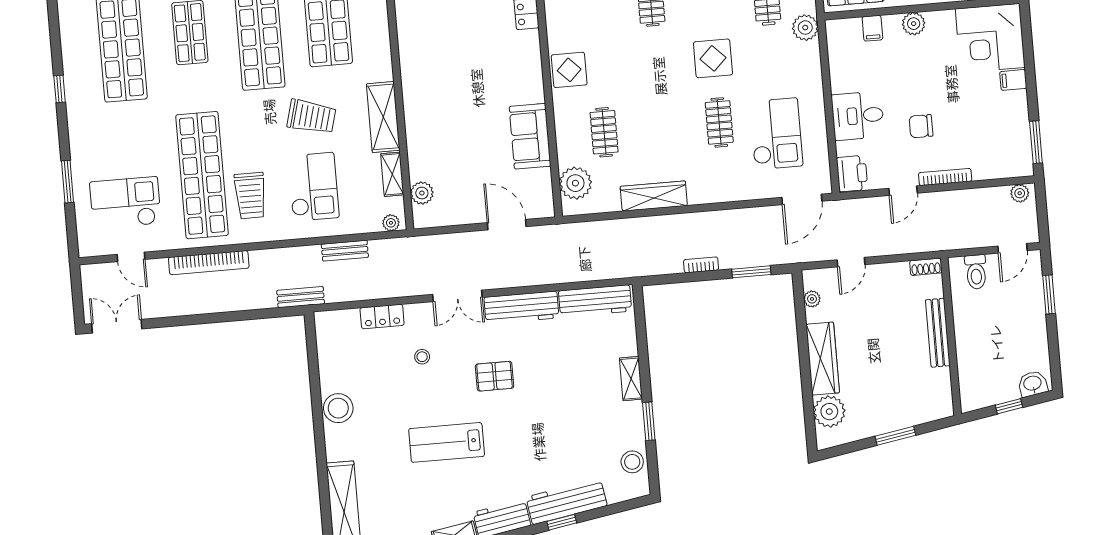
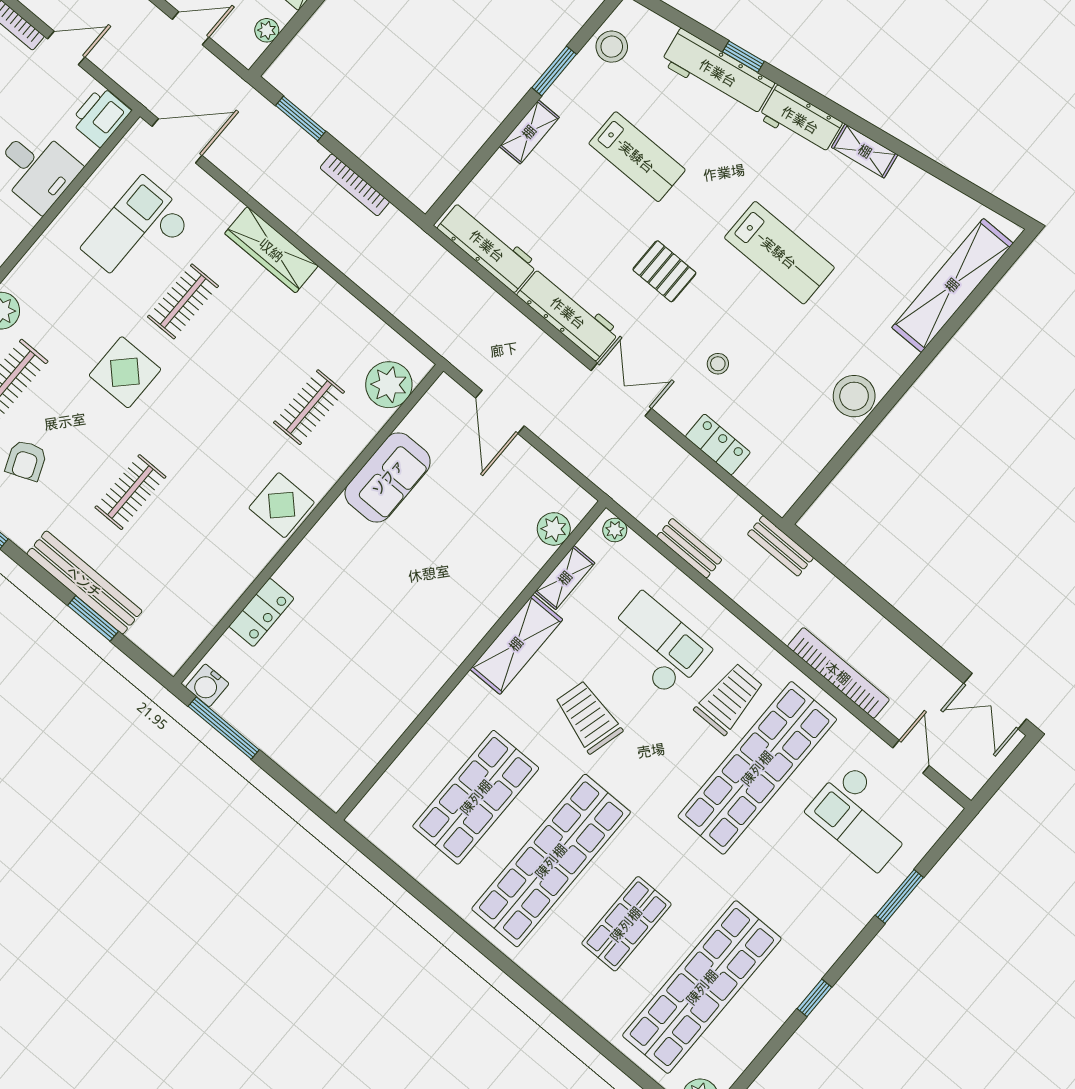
checkout: (313, 187) -> (657, 644), turned 90
wardrobe: (654, 196) -> (271, 250), moved
bookcase: (701, 265) -> (355, 185), width x1.56
lab bench: (565, 420) -> (637, 157), added

